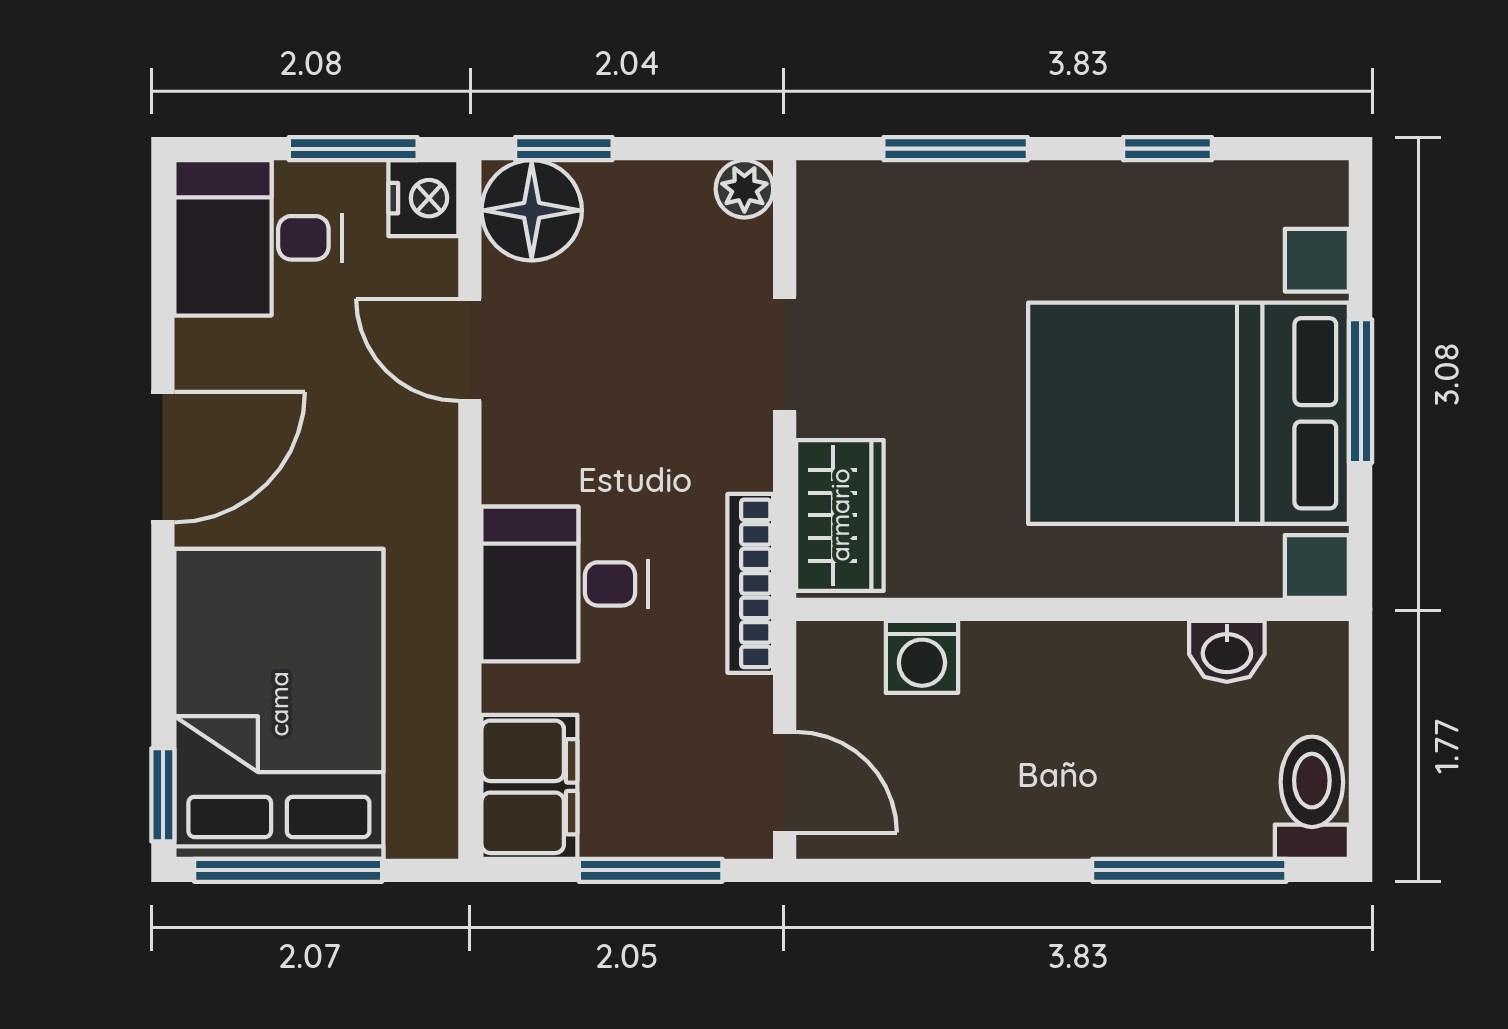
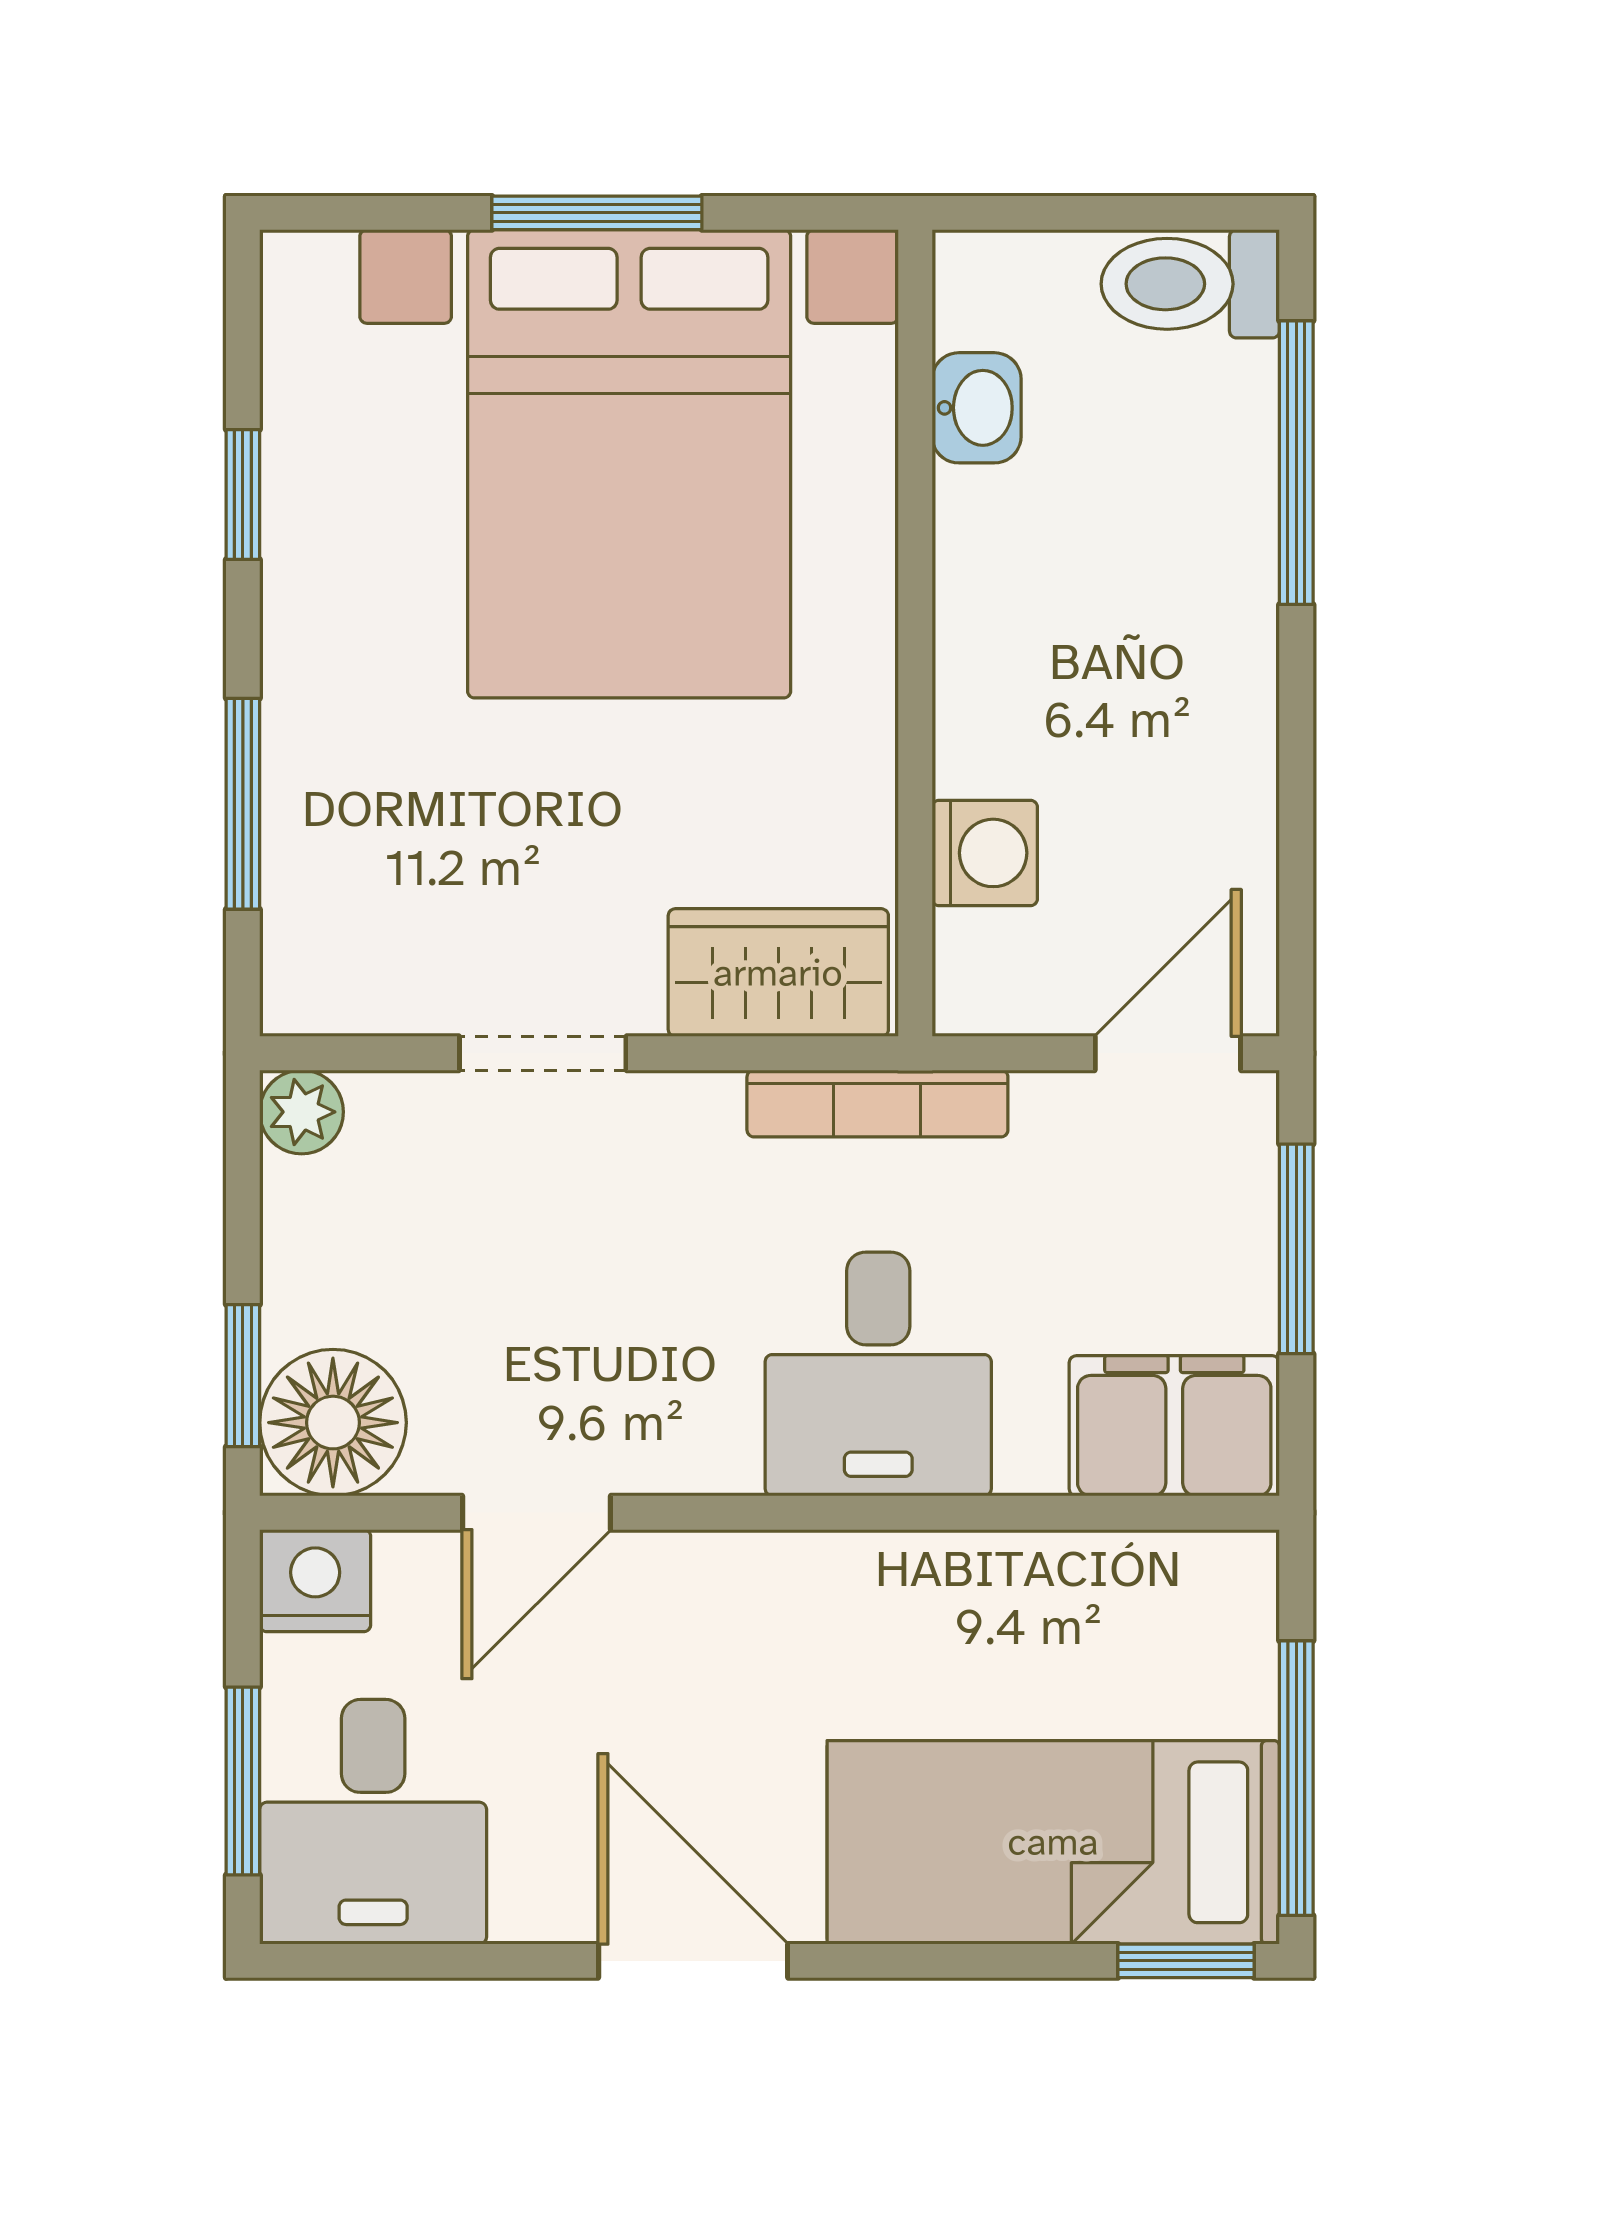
window: (353, 149) -> (243, 1781), moved
bed: (279, 704) -> (1053, 1842), width x0.67

